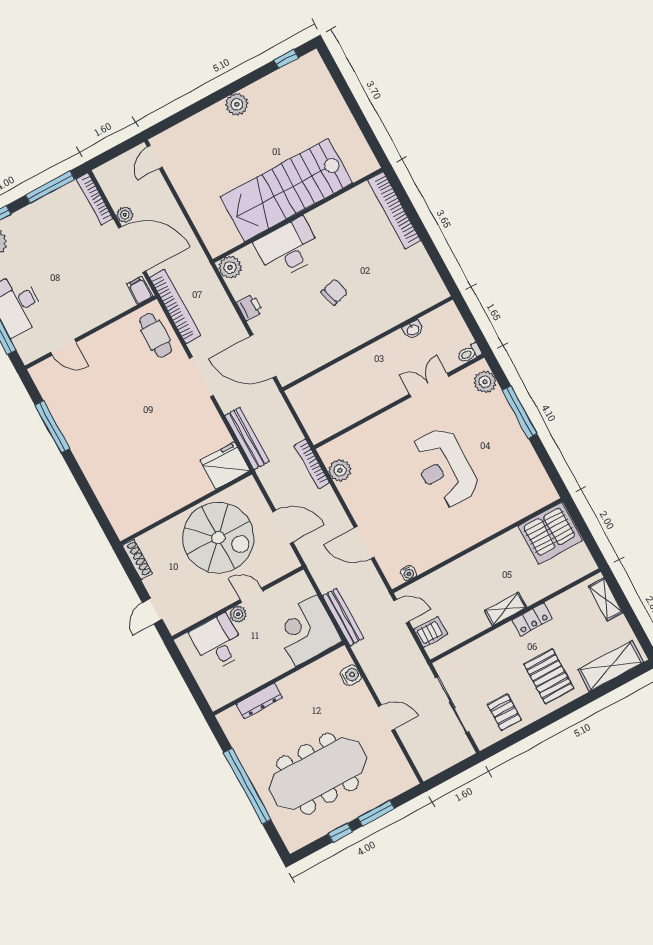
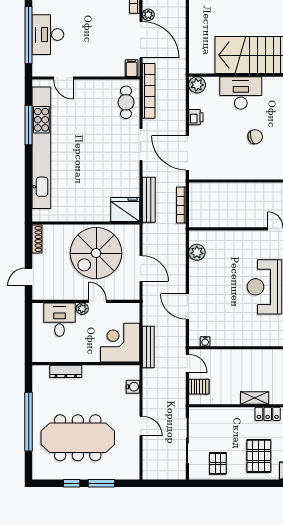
kitchen unit: (83, 446) -> (41, 148), added
bookcase: (312, 464) -> (181, 205), moved
spiral stairs: (218, 538) -> (96, 253), turned 90

